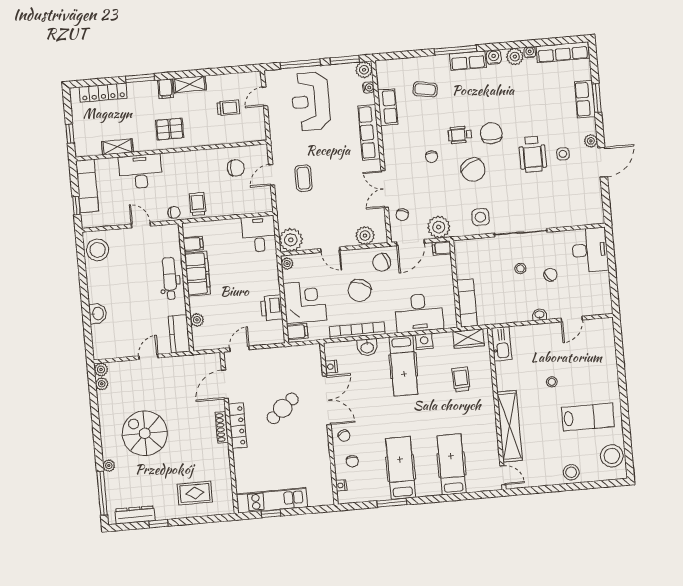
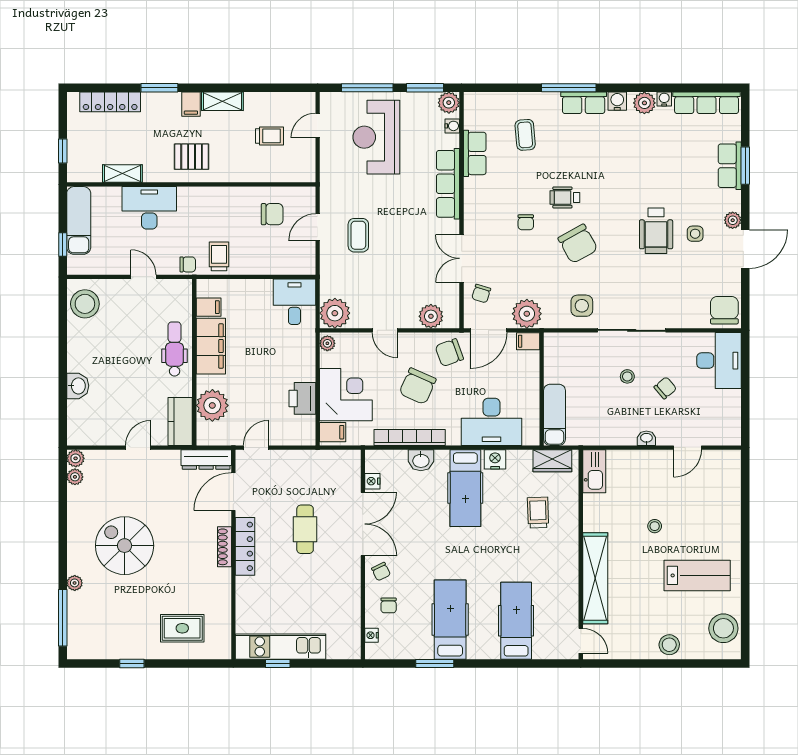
coffee table: (425, 89) -> (525, 135), turned 75
chair: (491, 133) -> (724, 310), moved
plant: (197, 320) -> (212, 405), width x1.87, depth x1.87
cafe table: (283, 408) -> (305, 529), turned -50
dresser: (135, 515) -> (206, 459), moved, turned 180

